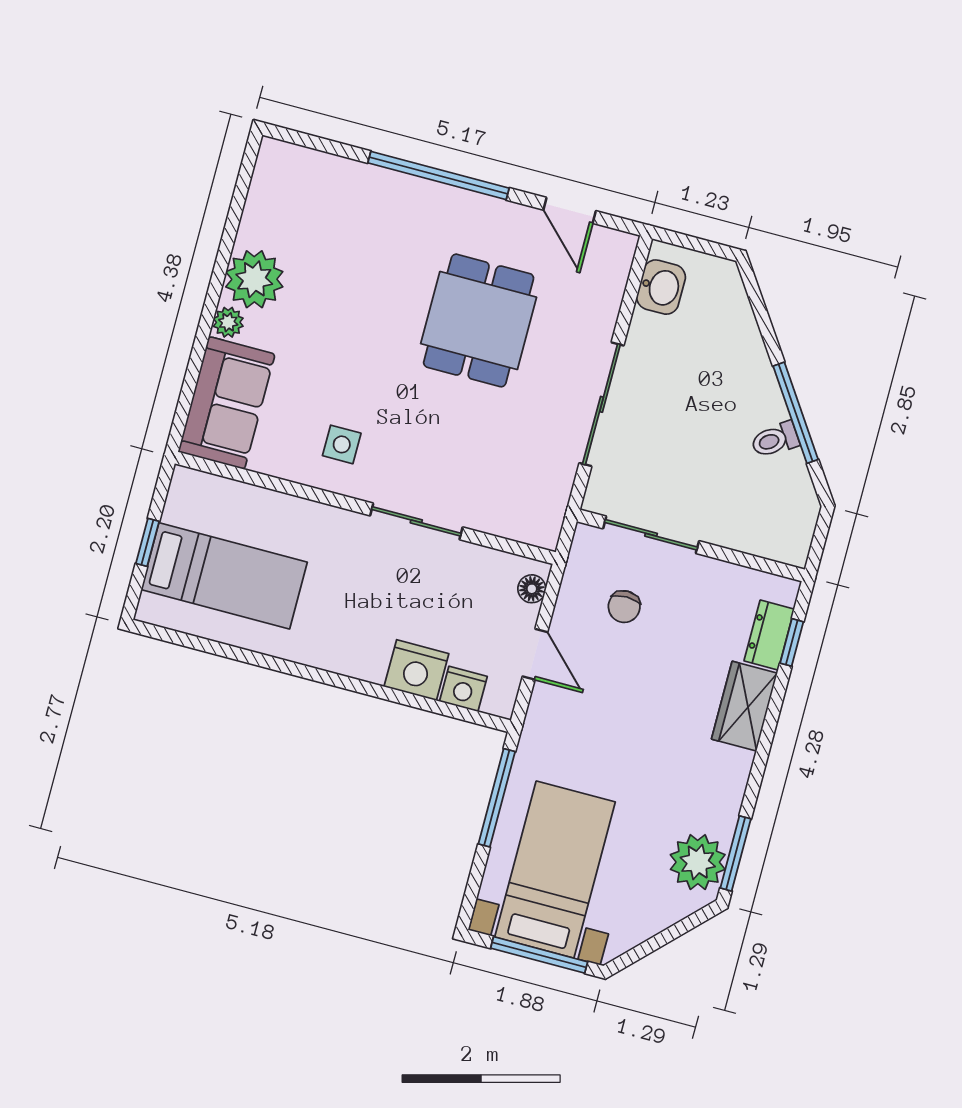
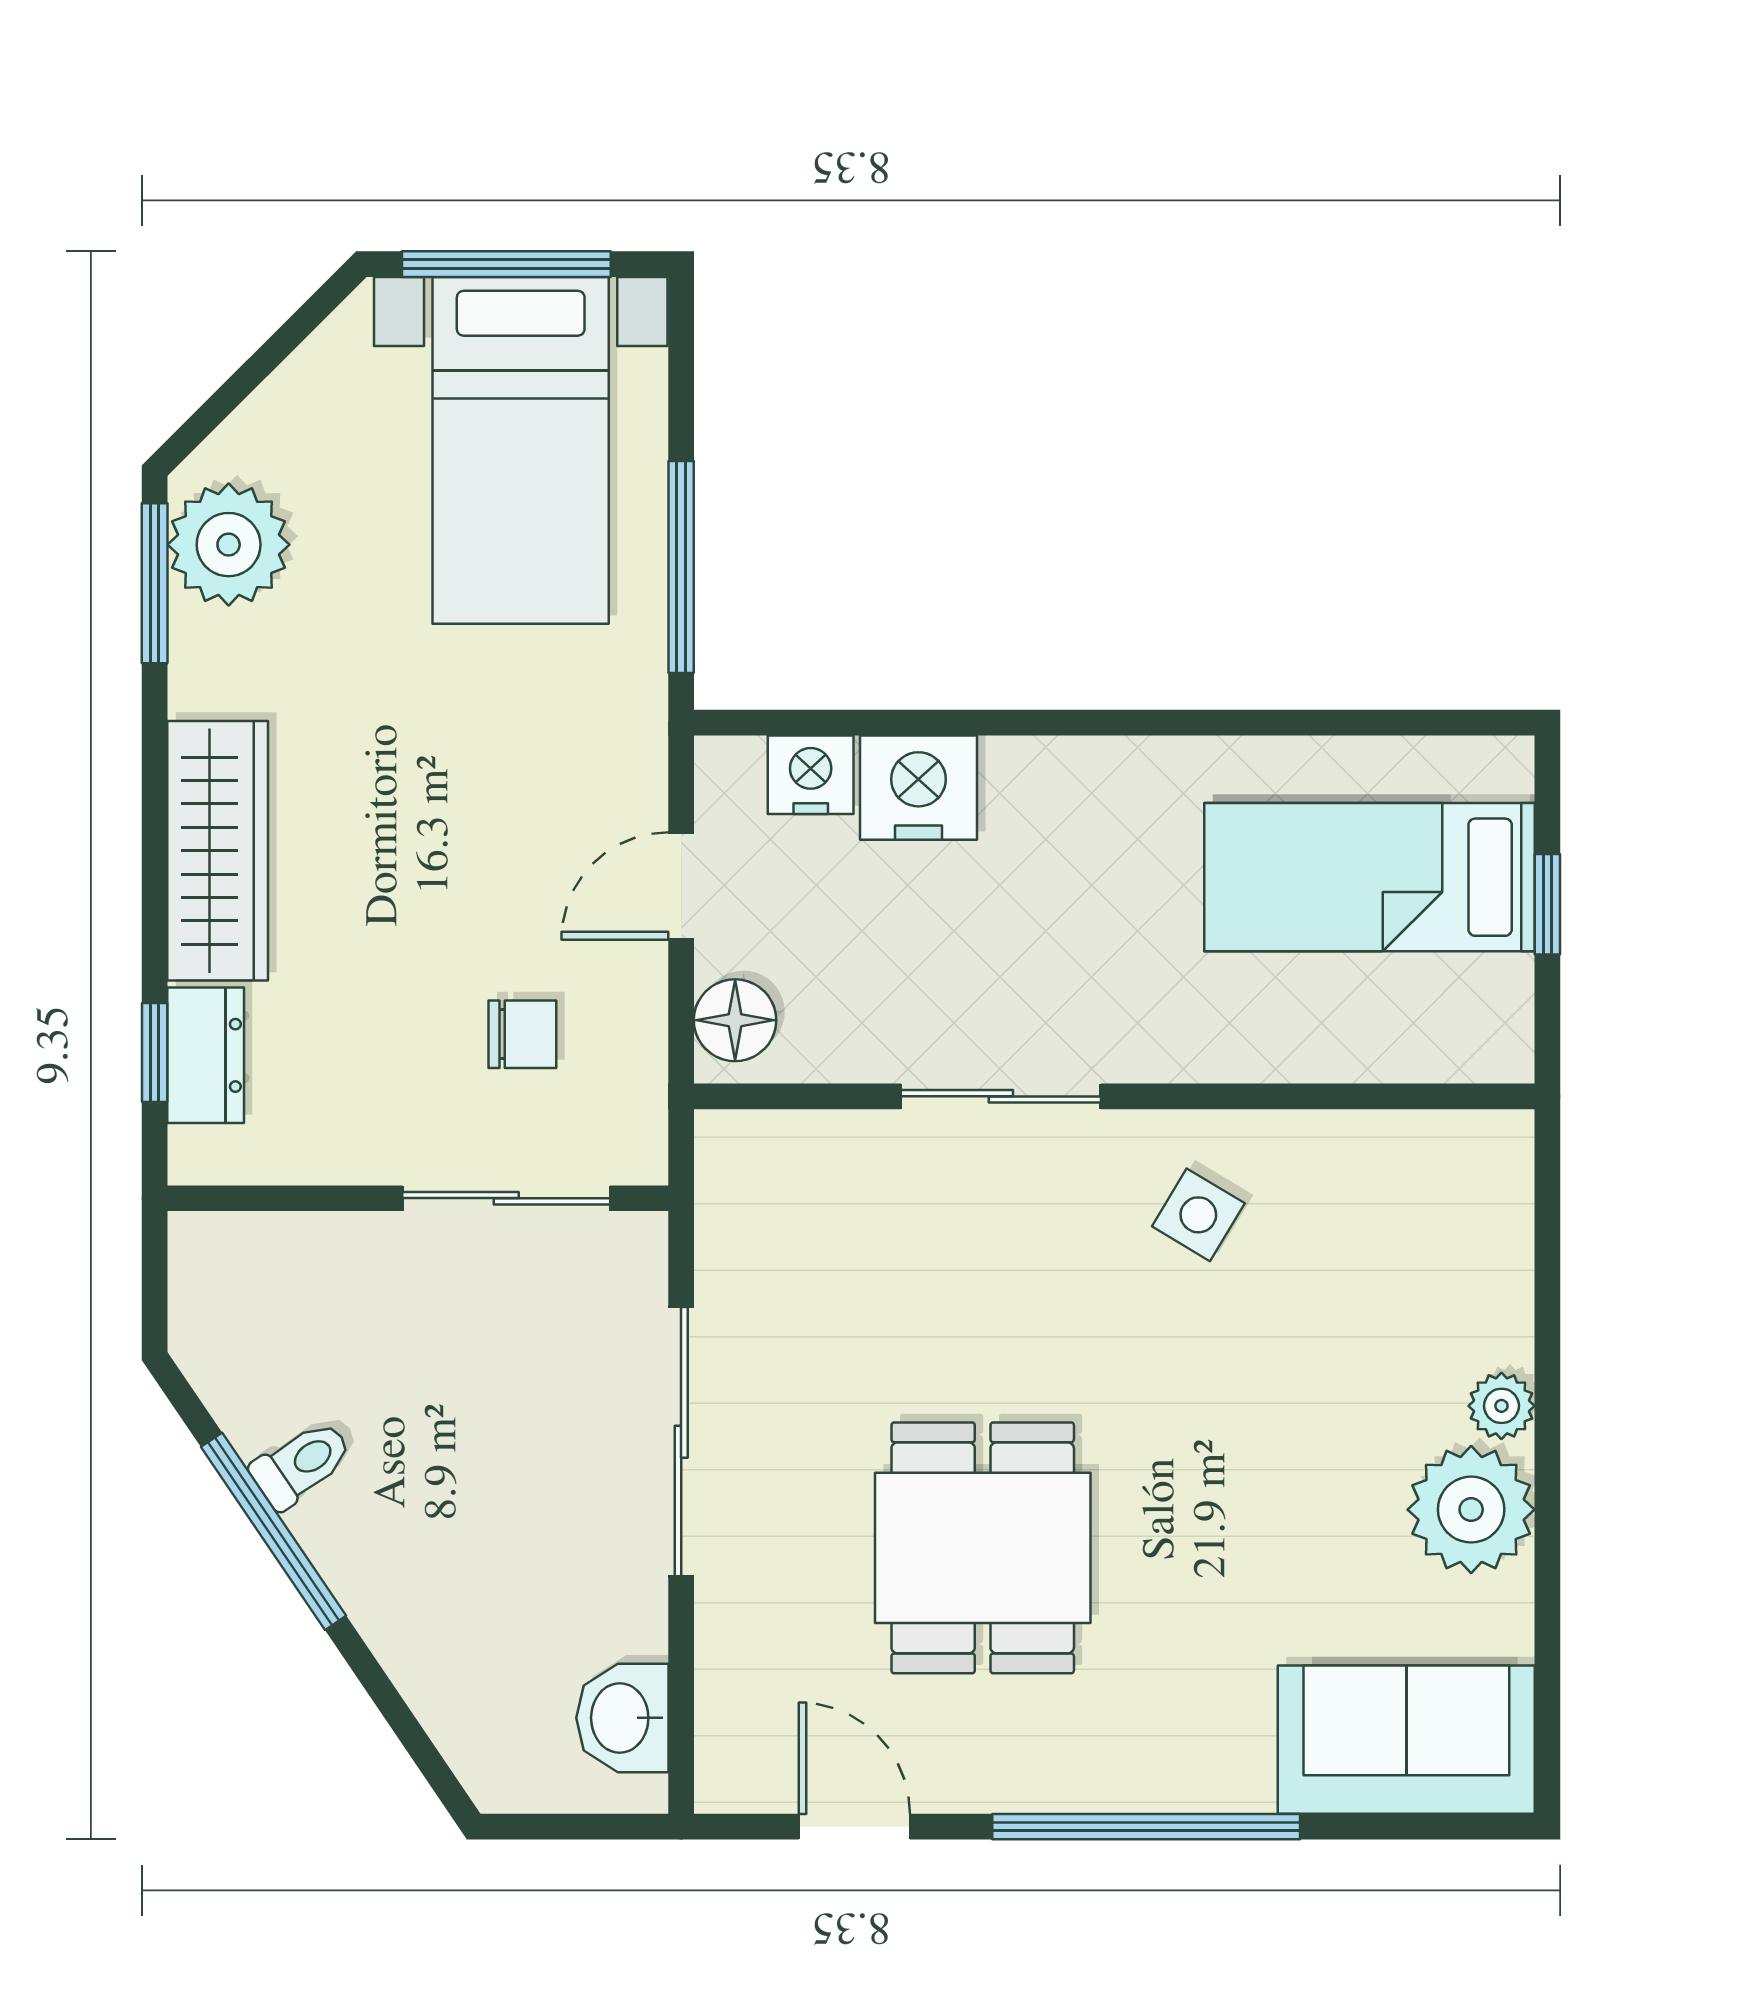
sofa: (226, 403) -> (1406, 1740), moved, turned 90
side table: (342, 444) -> (1198, 1215), turned 31
floor lamp: (532, 589) -> (735, 1020), width x1.37, depth x1.37
chair: (624, 607) -> (522, 1034), turned 90
door: (535, 654) -> (681, 886), hinge flipped
wardrobe: (744, 706) -> (218, 851), width x1.50

